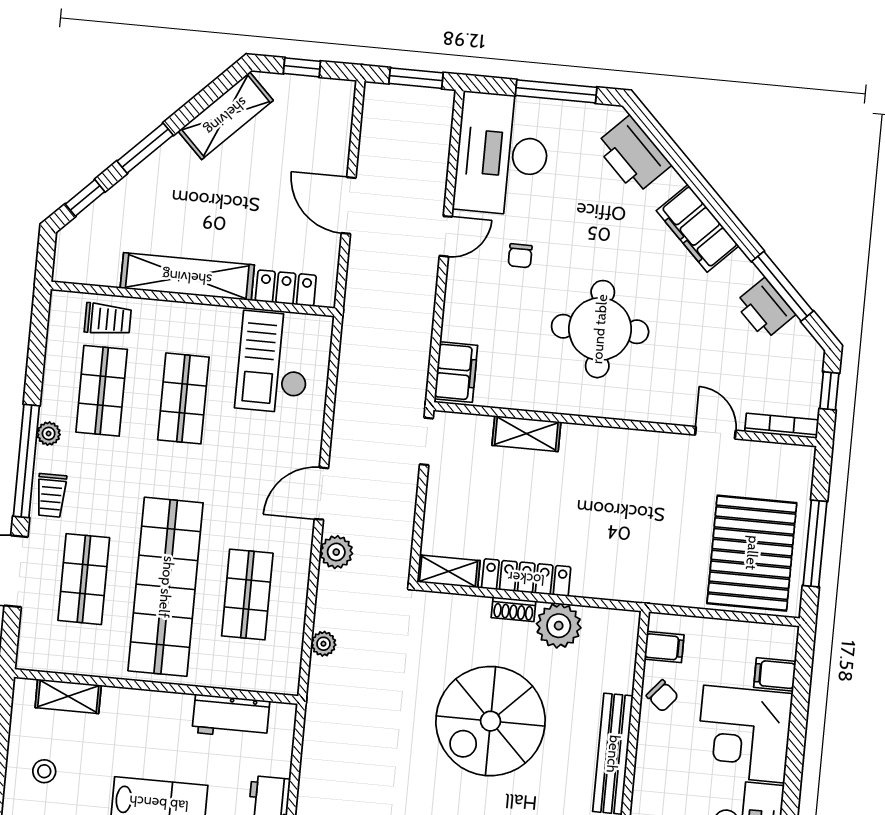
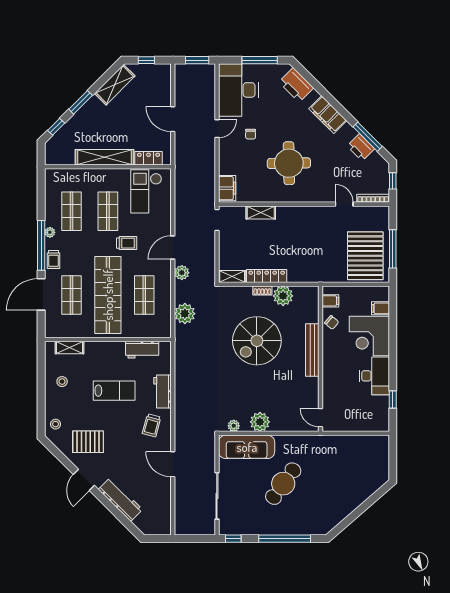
trolley: (108, 319) -> (127, 243), moved
plant: (323, 644) -> (185, 314), width x1.87, depth x1.87

